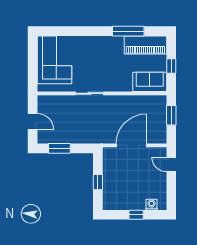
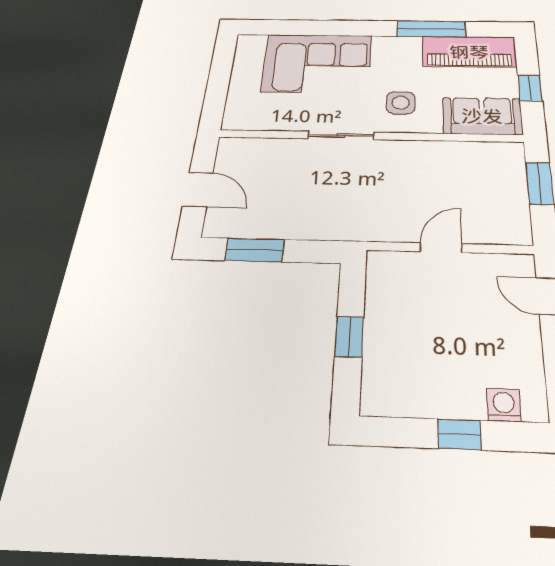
corner sofa: (55, 60) -> (317, 63), moved, turned 90
side table: (115, 75) -> (401, 103), added
door: (131, 145) -> (441, 248), width x0.53

